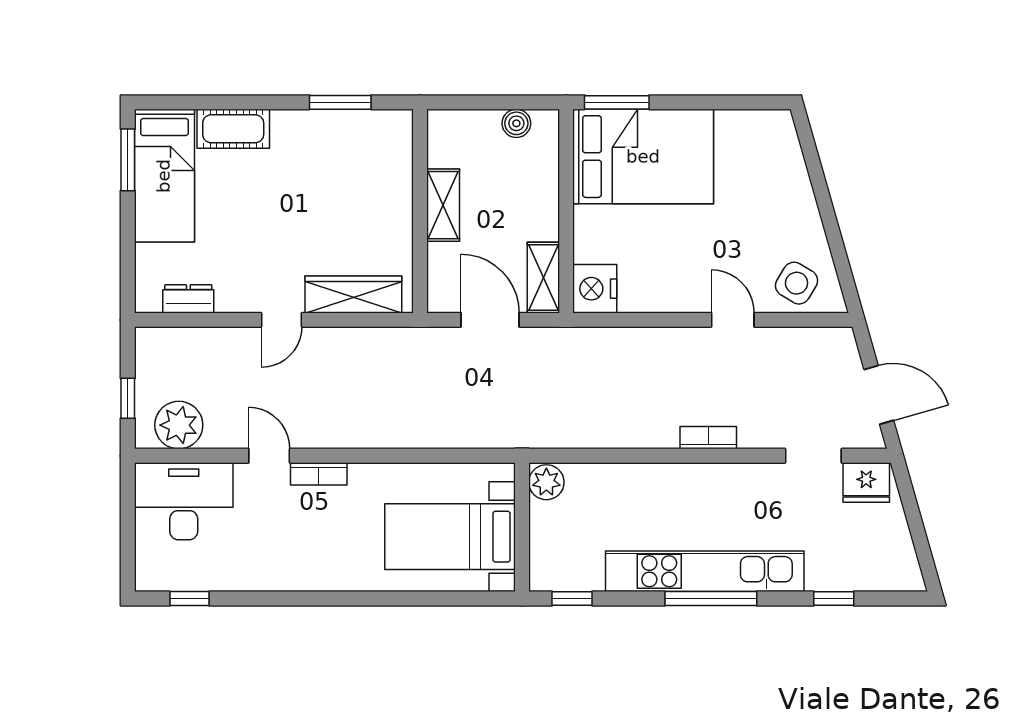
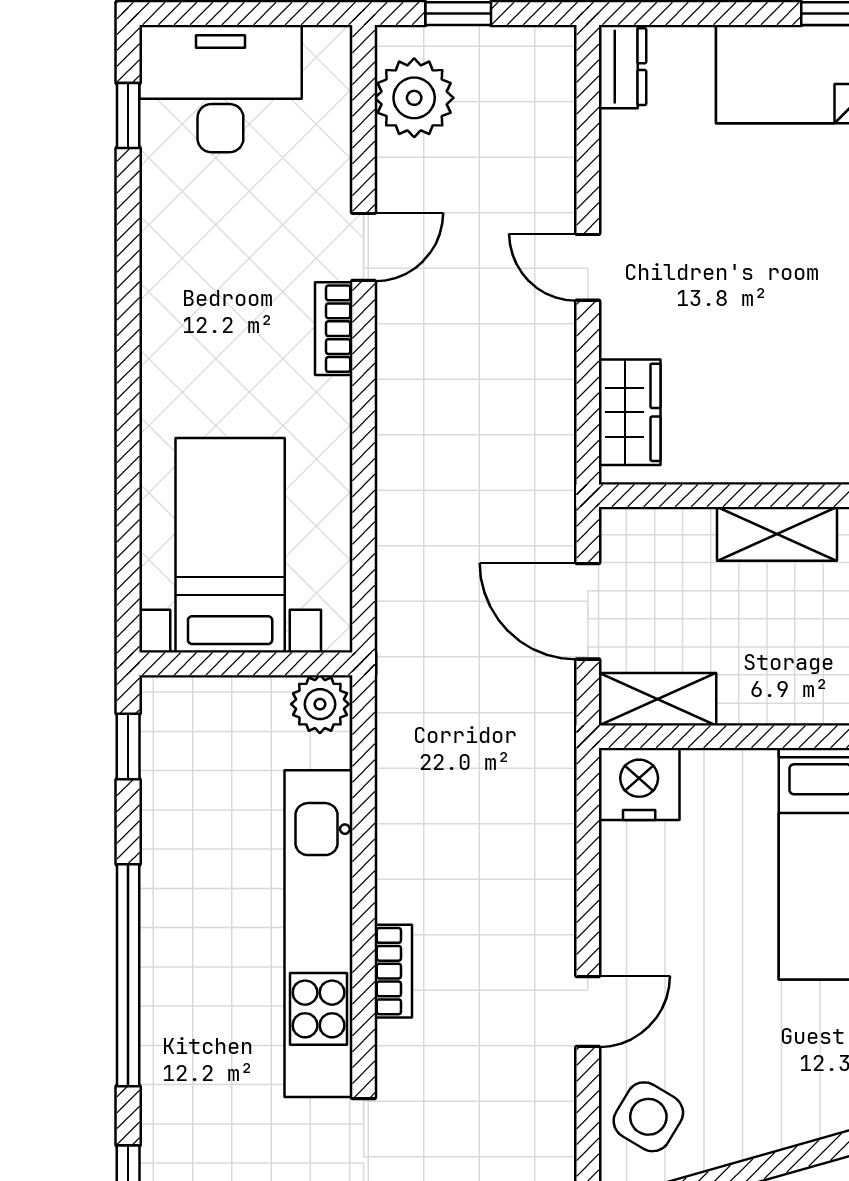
wardrobe: (353, 294) -> (630, 412), width x0.67
dresser: (188, 299) -> (623, 67), moved
door: (490, 320) -> (588, 611), swing flipped
desk: (184, 501) -> (220, 89), moved, turned -90
kitchen unit: (705, 571) -> (319, 934), moved, turned 180
window: (711, 599) -> (128, 975), width x1.46

